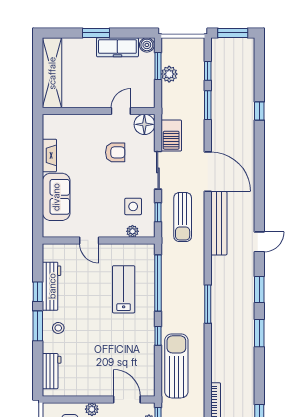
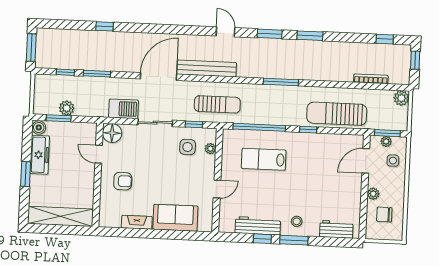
armchair: (115, 152) -> (123, 181), moved, turned 90
sun lounger: (183, 217) -> (217, 104), moved

